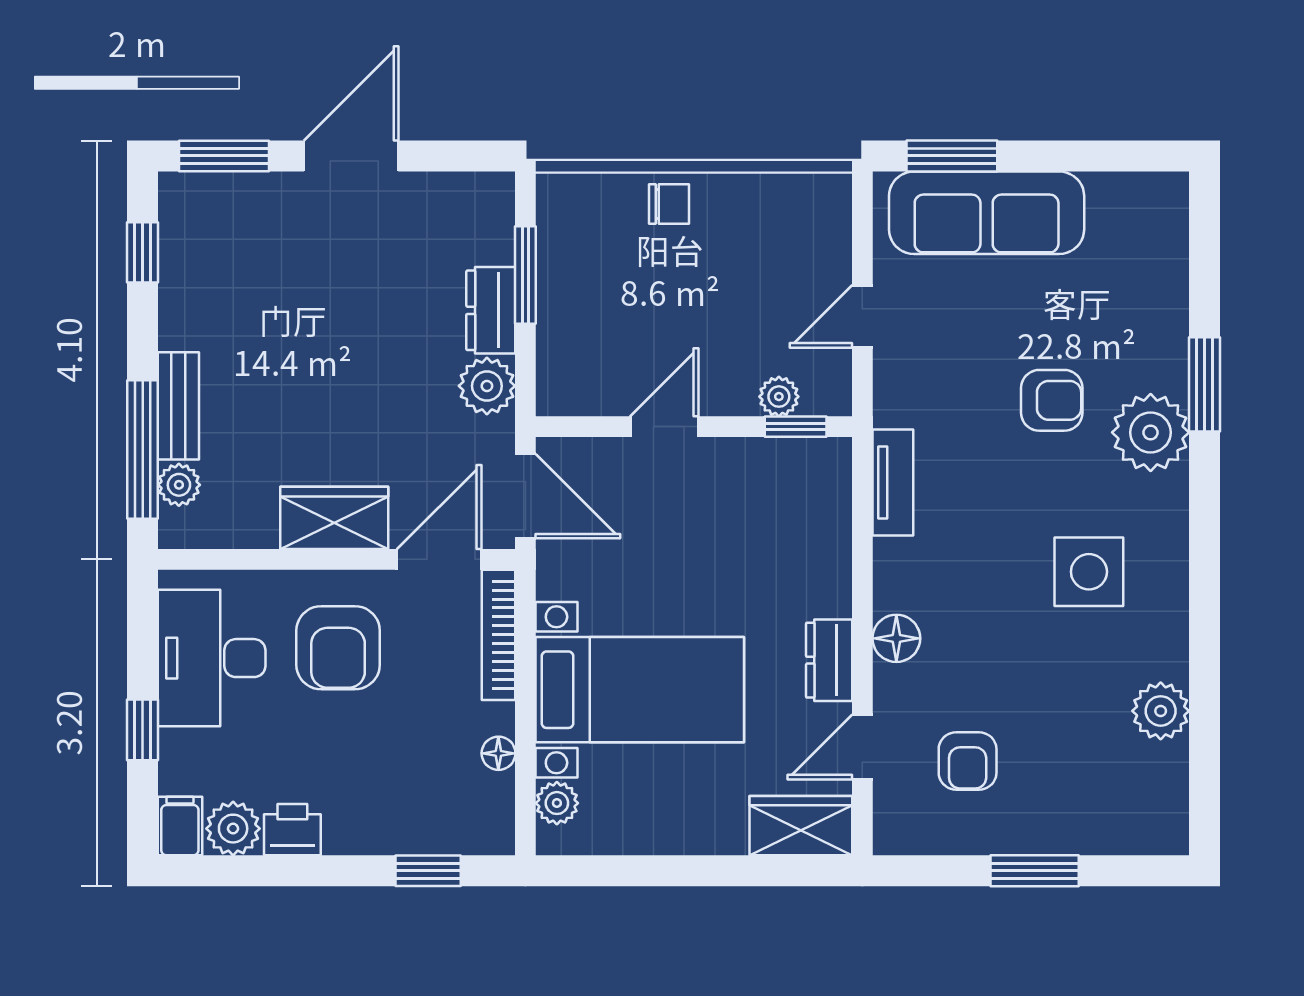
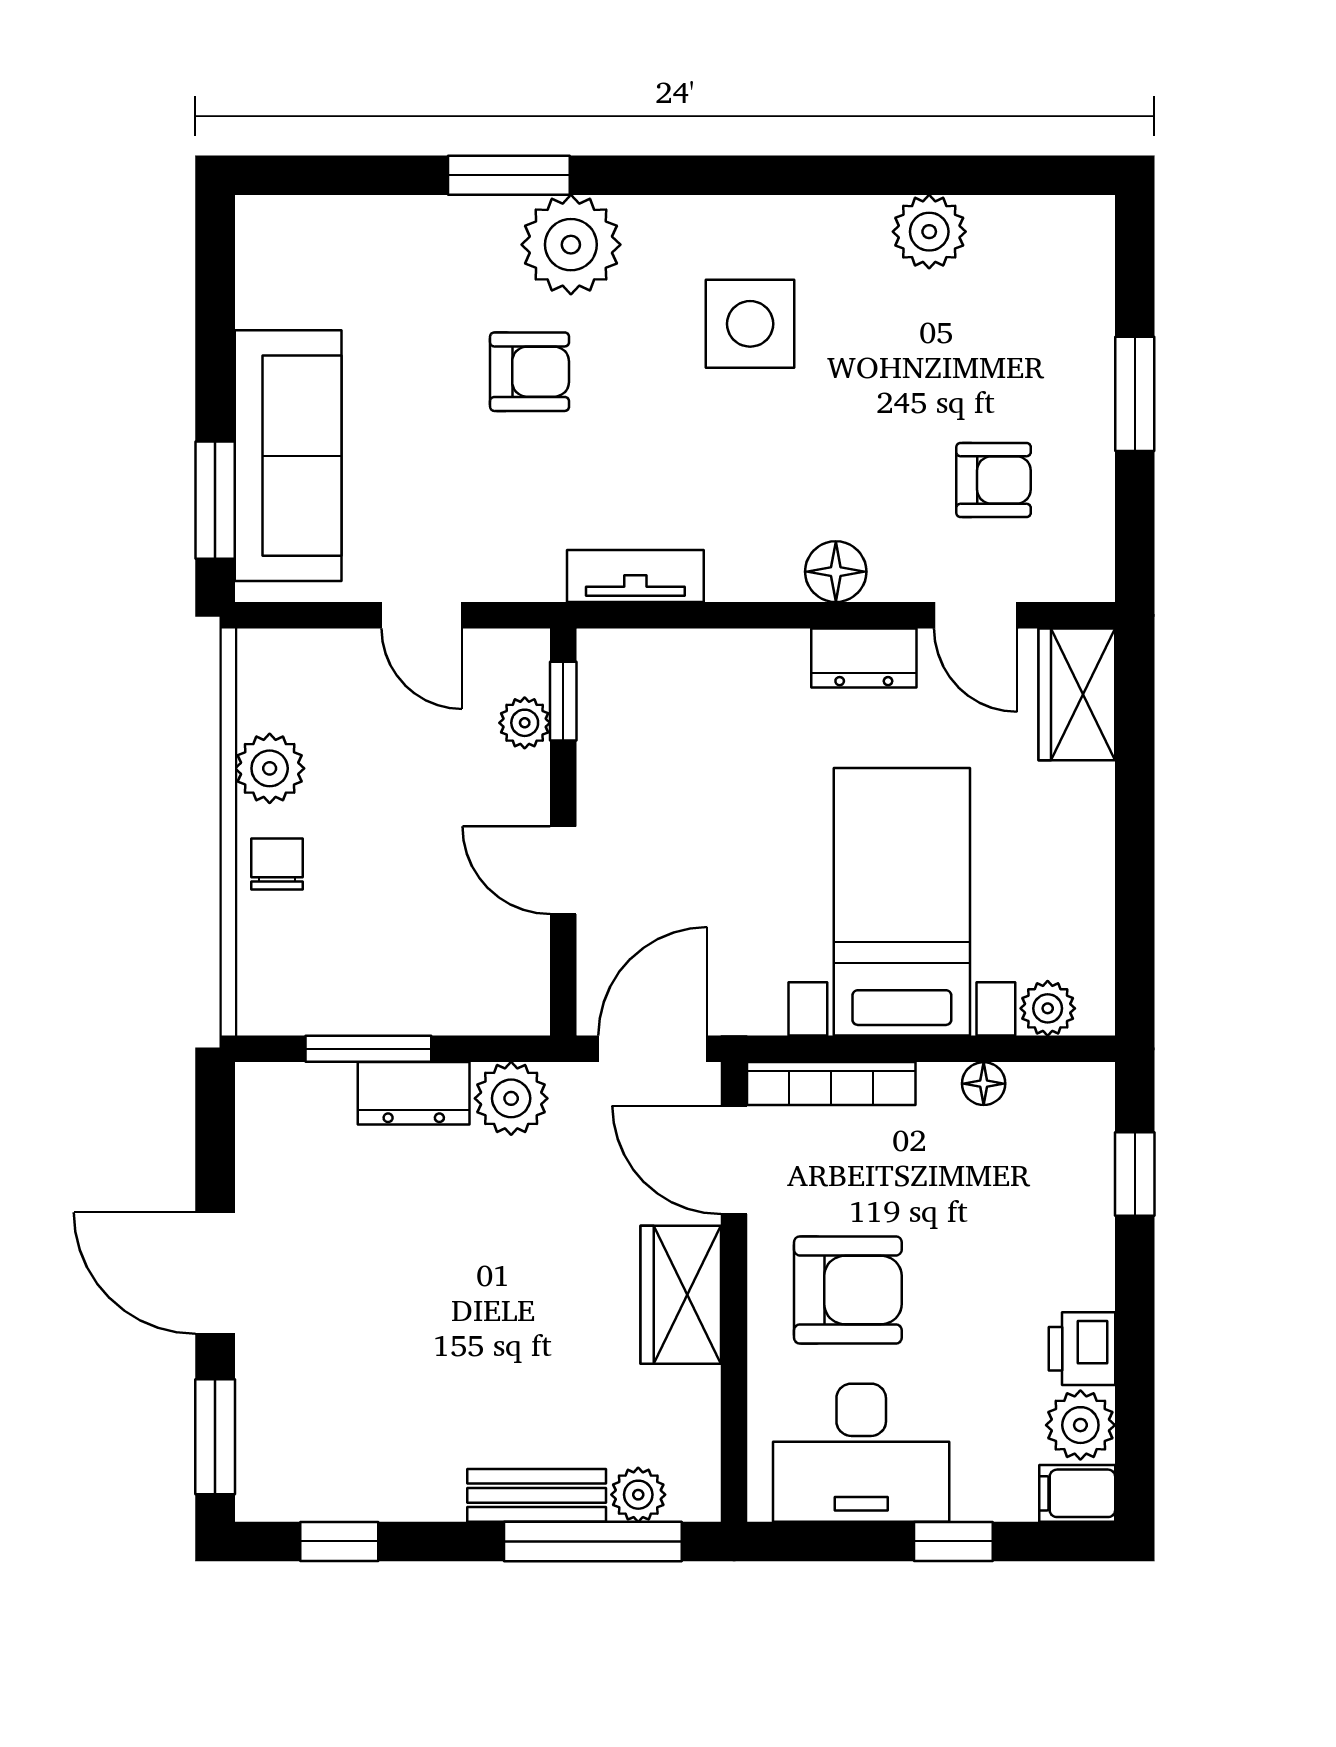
plant: (743, 198) -> (270, 768), added
armchair: (1052, 400) -> (530, 372), turned 90

